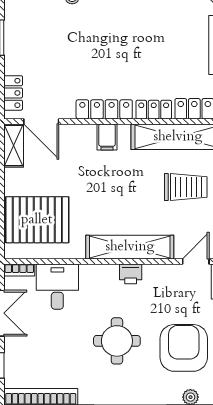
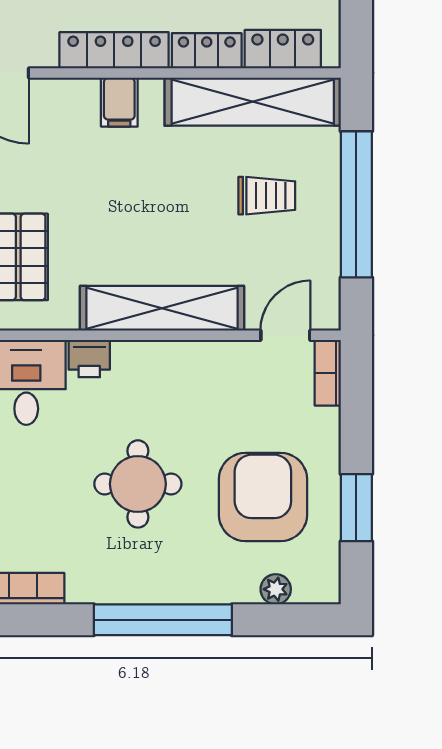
trolley: (186, 187) -> (267, 196), width x0.73, depth x0.72
printer: (131, 274) -> (89, 358), moved

